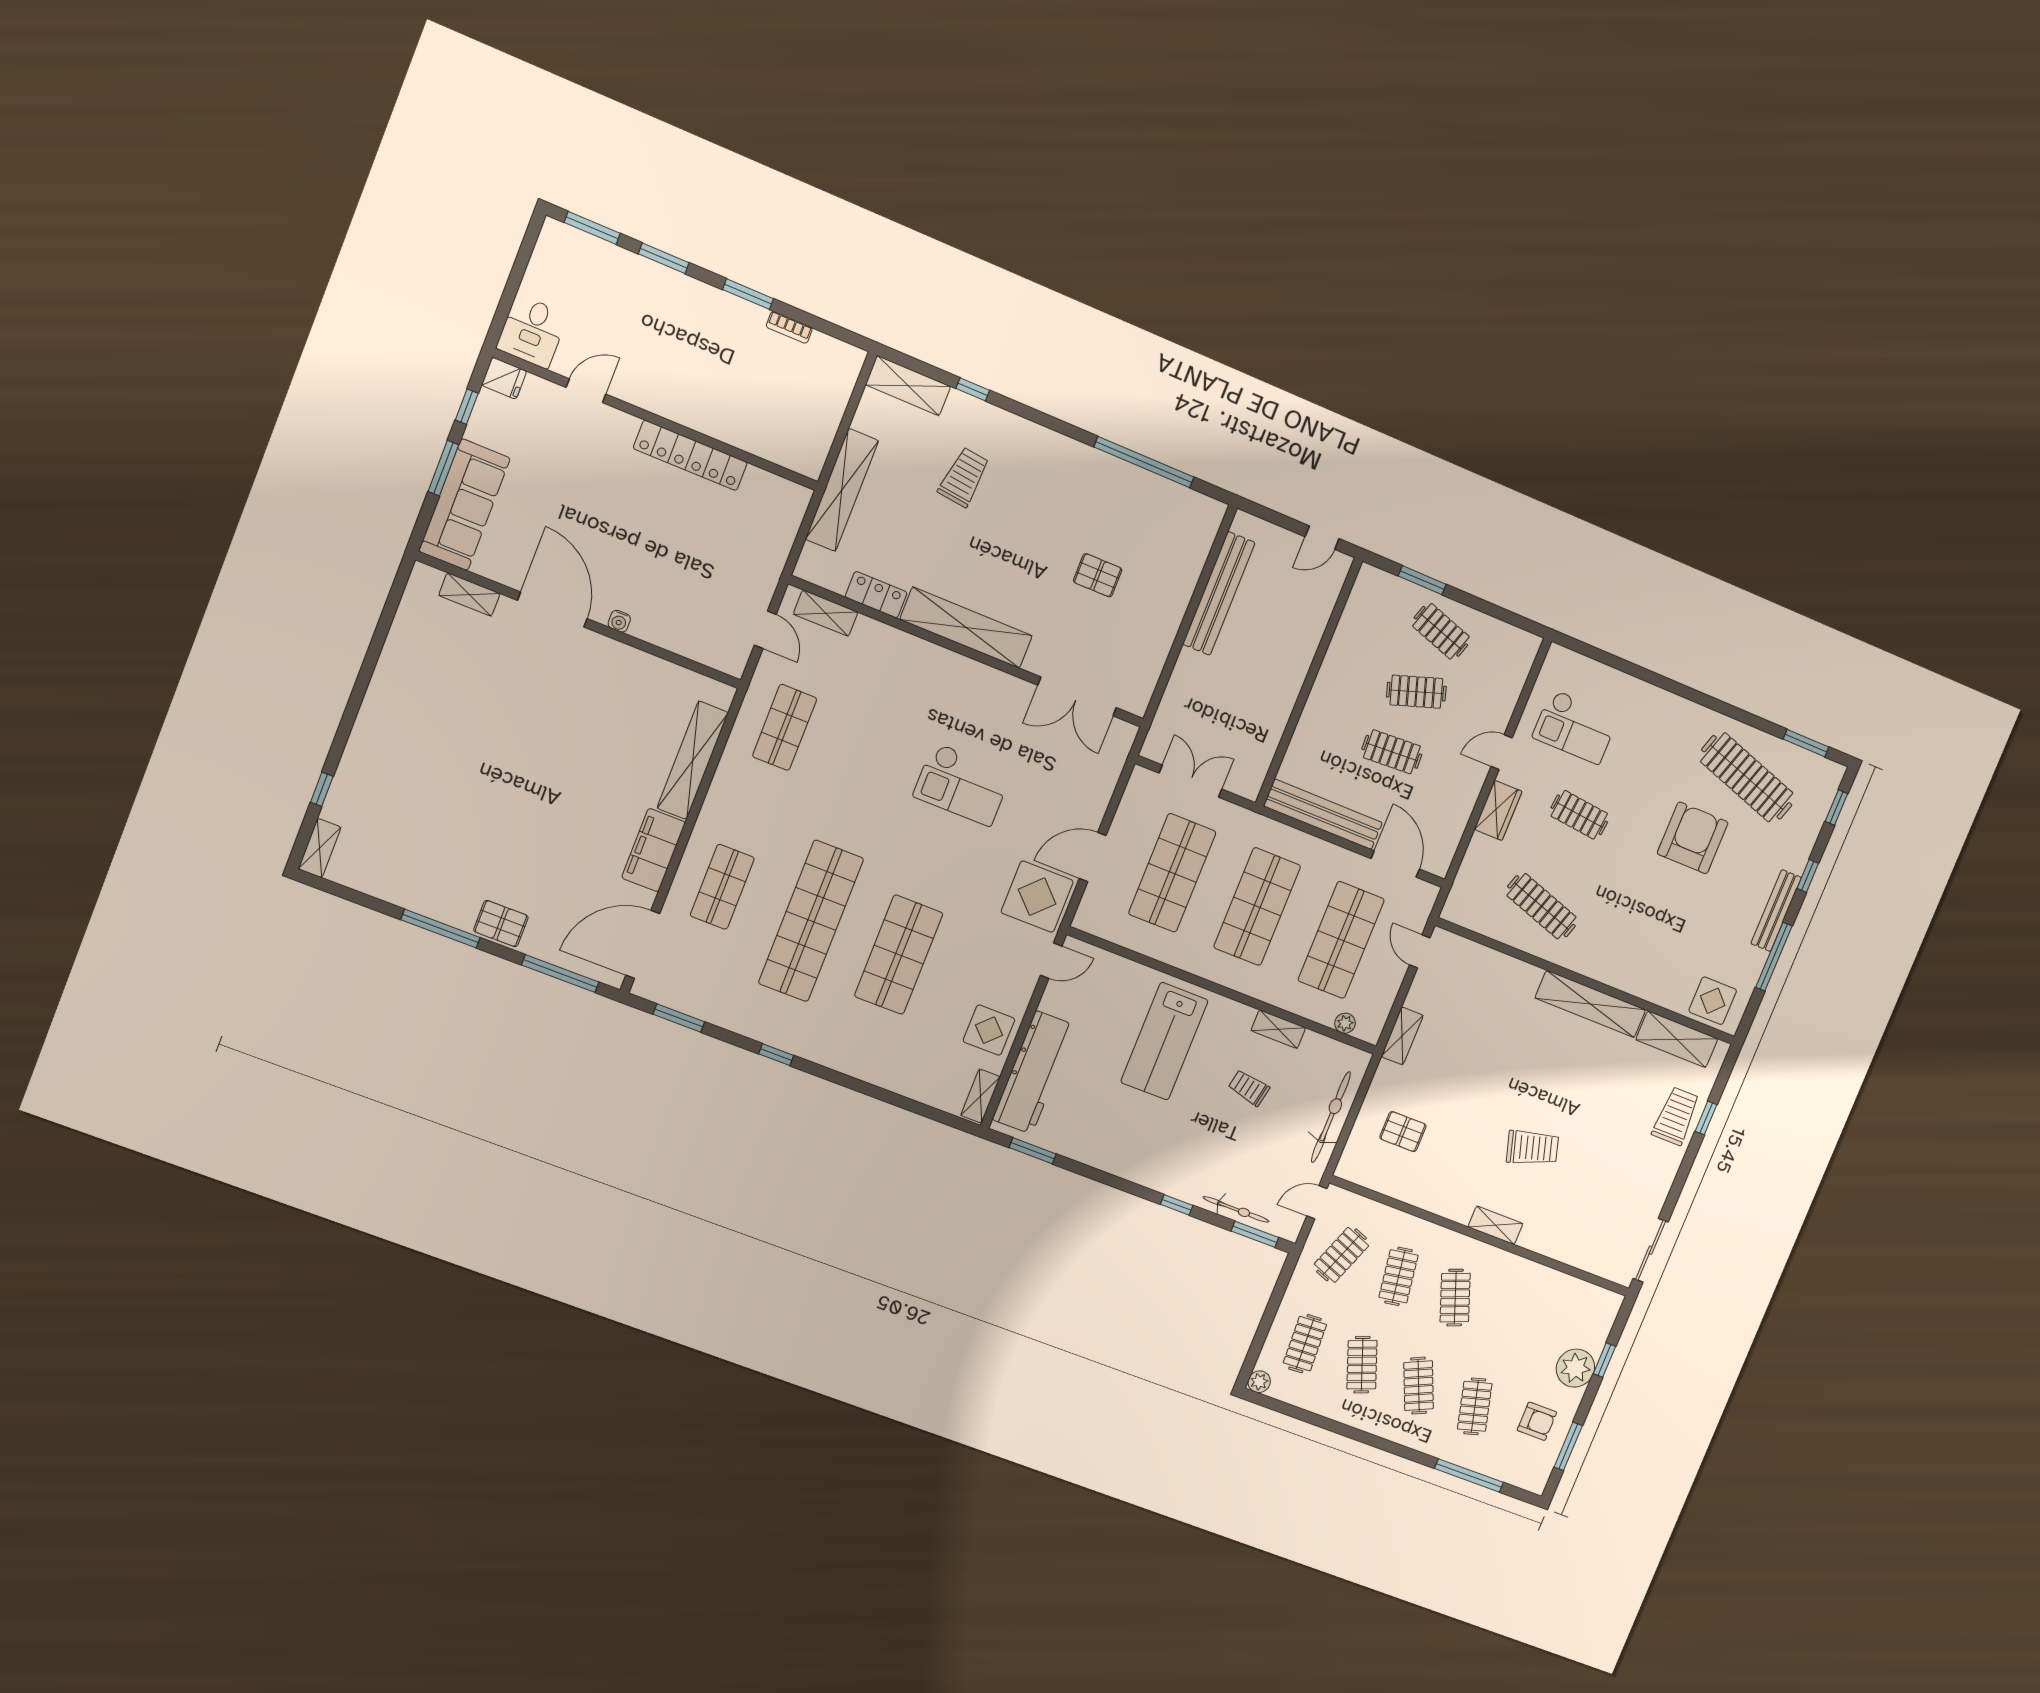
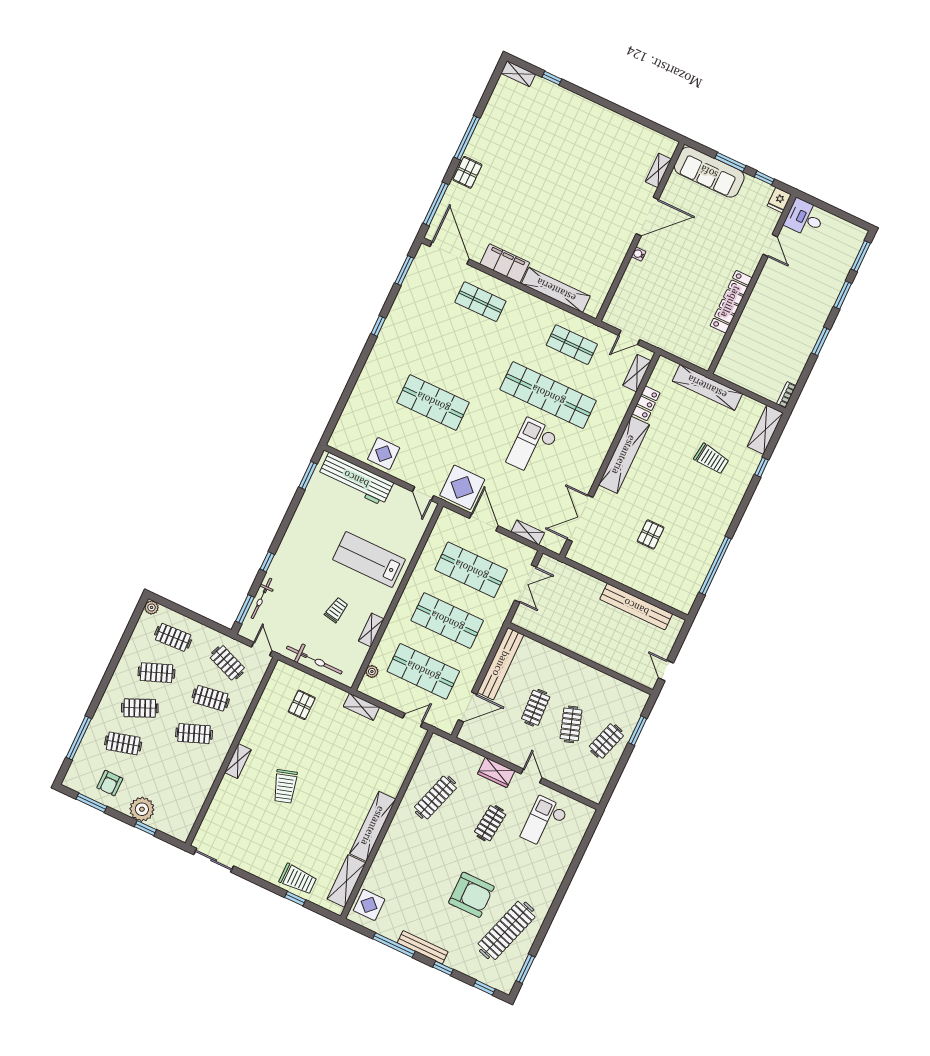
bookcase: (789, 327) -> (786, 395), moved
shop shelf: (811, 921) -> (548, 395), moved
shelving: (980, 1096) -> (528, 532), moved

